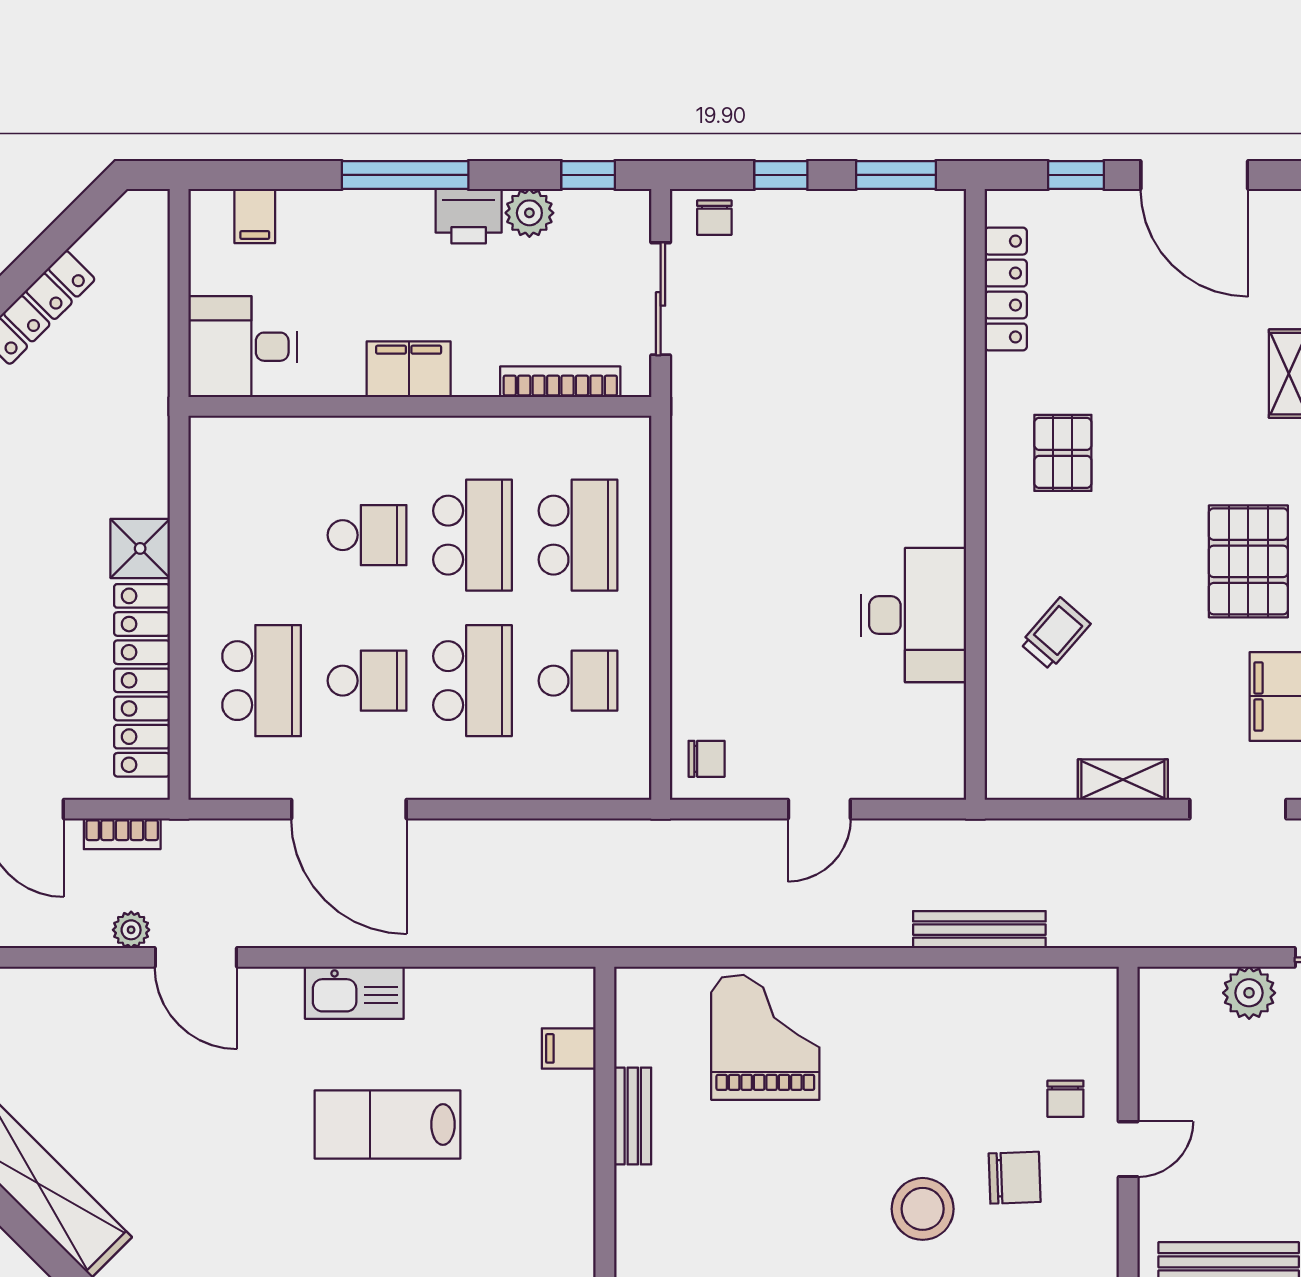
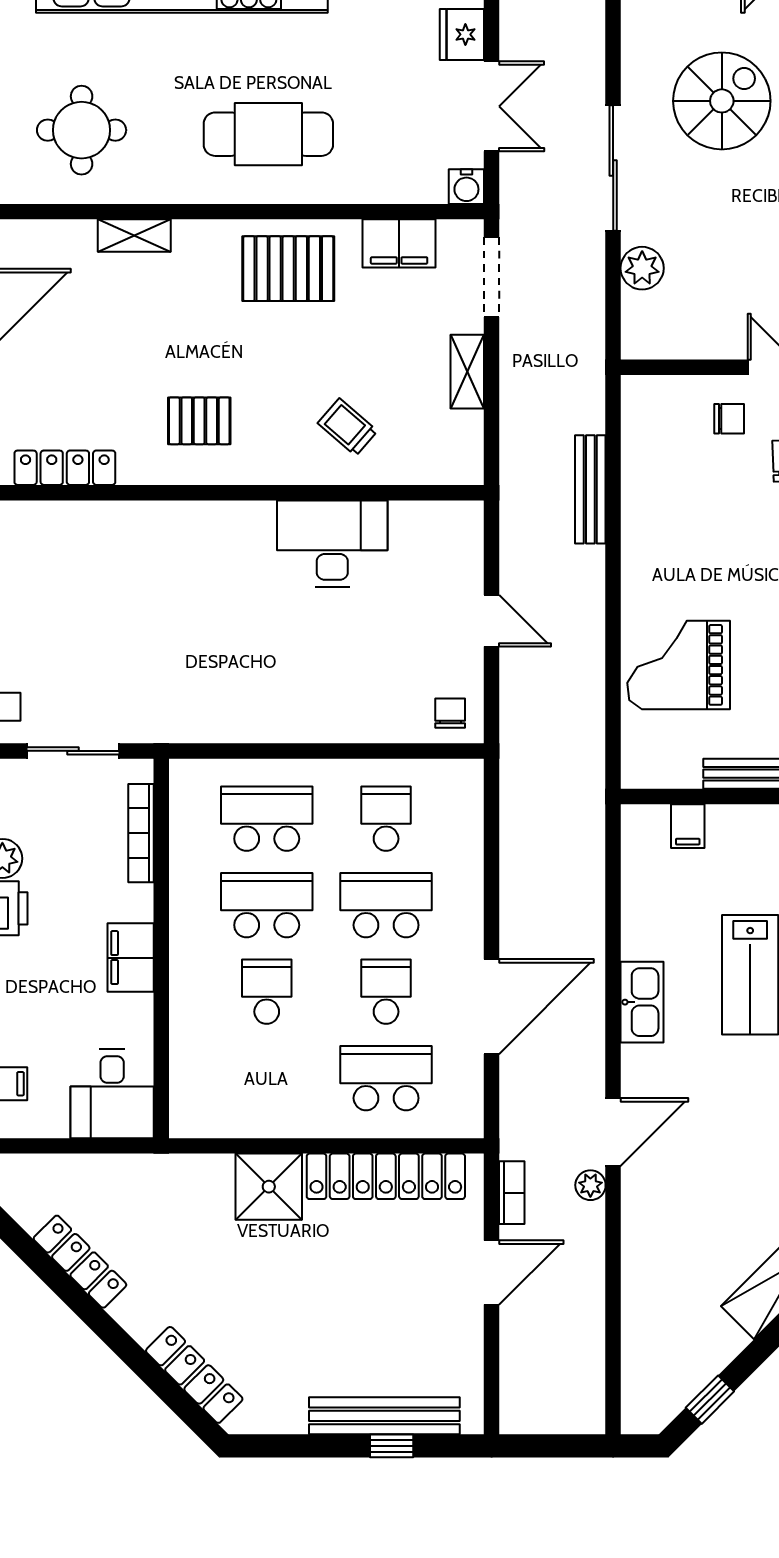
shower: (140, 548) -> (269, 1187), width x1.36, depth x1.36

